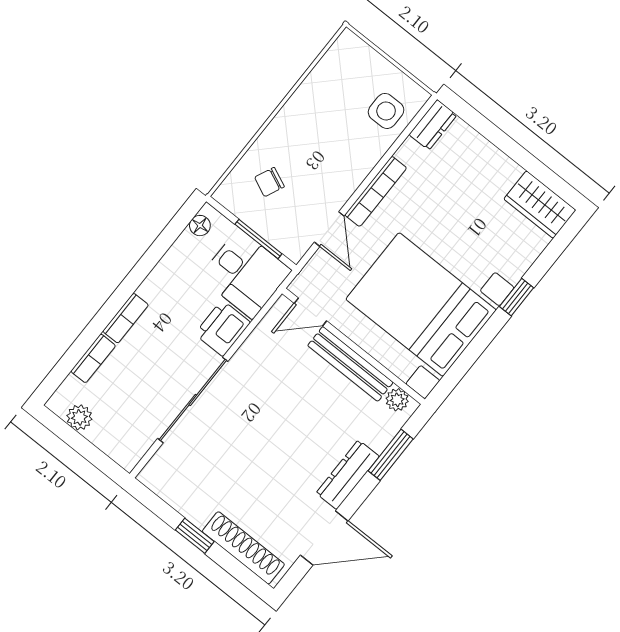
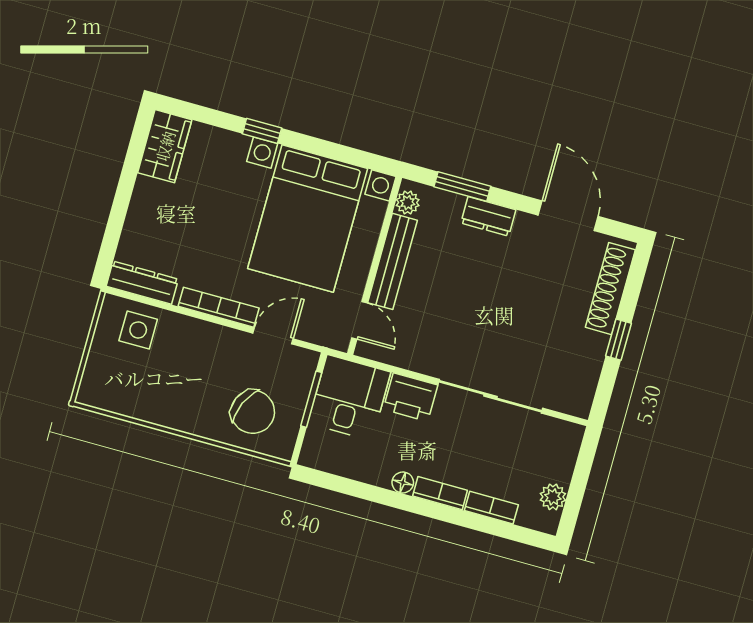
dresser: (433, 125) -> (142, 283), width x1.44
chair: (269, 182) -> (253, 412), width x1.87, depth x1.87
floor lamp: (200, 226) -> (403, 483), moved
dresser: (348, 475) -> (488, 216), width x0.70

